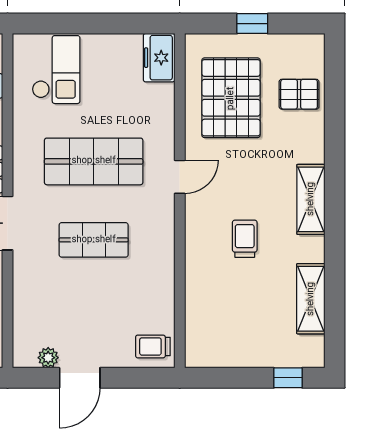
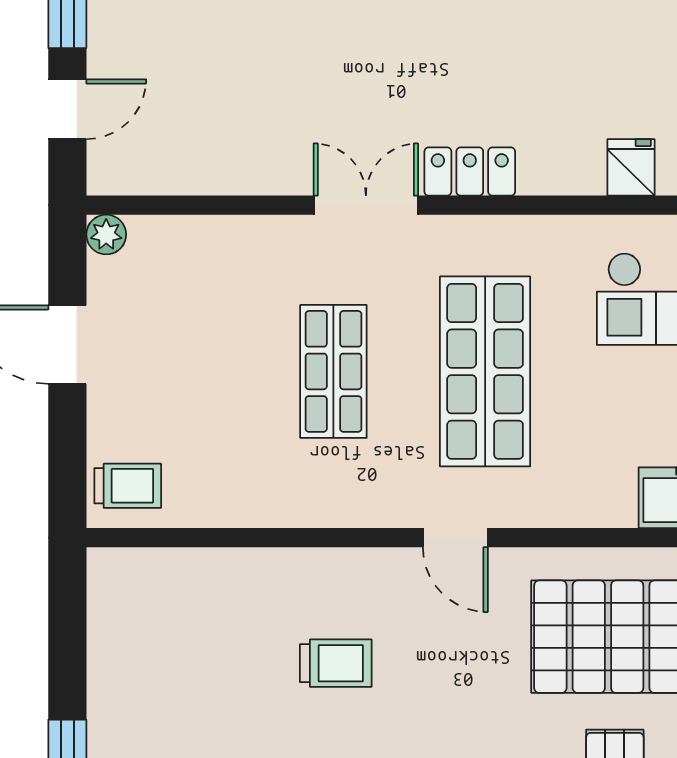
trolley: (153, 346) -> (128, 486), turned 90
plant: (48, 358) -> (106, 235), moved

